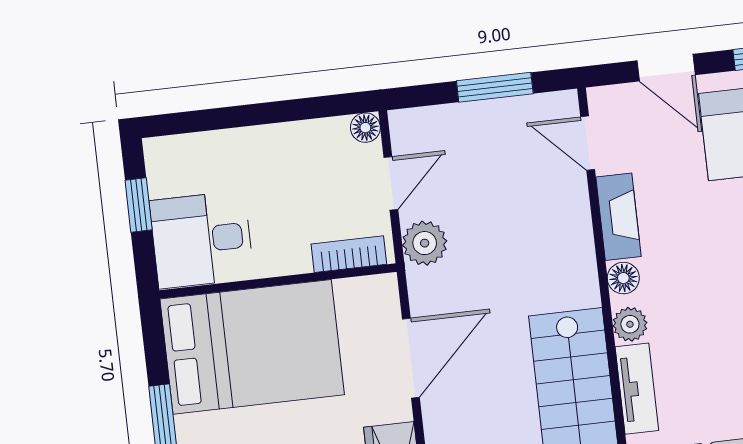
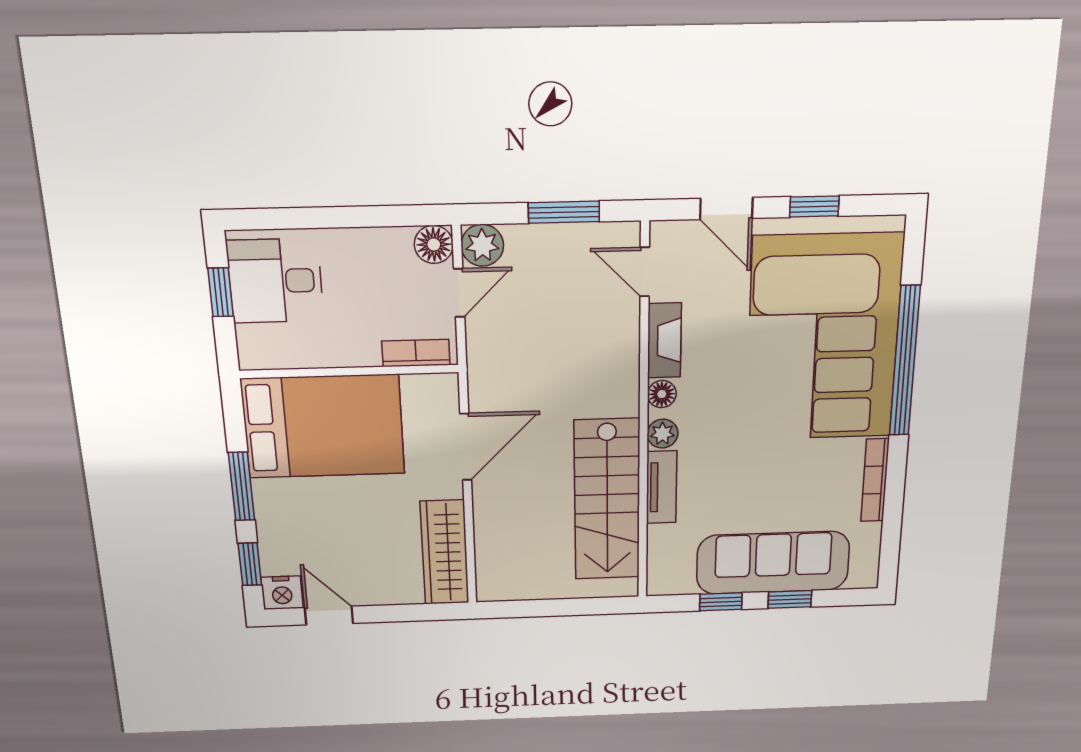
floor lamp: (365, 128) -> (434, 244), width x1.37, depth x1.37
desk: (202, 240) -> (275, 281), moved
plant: (425, 243) -> (482, 245), moved

